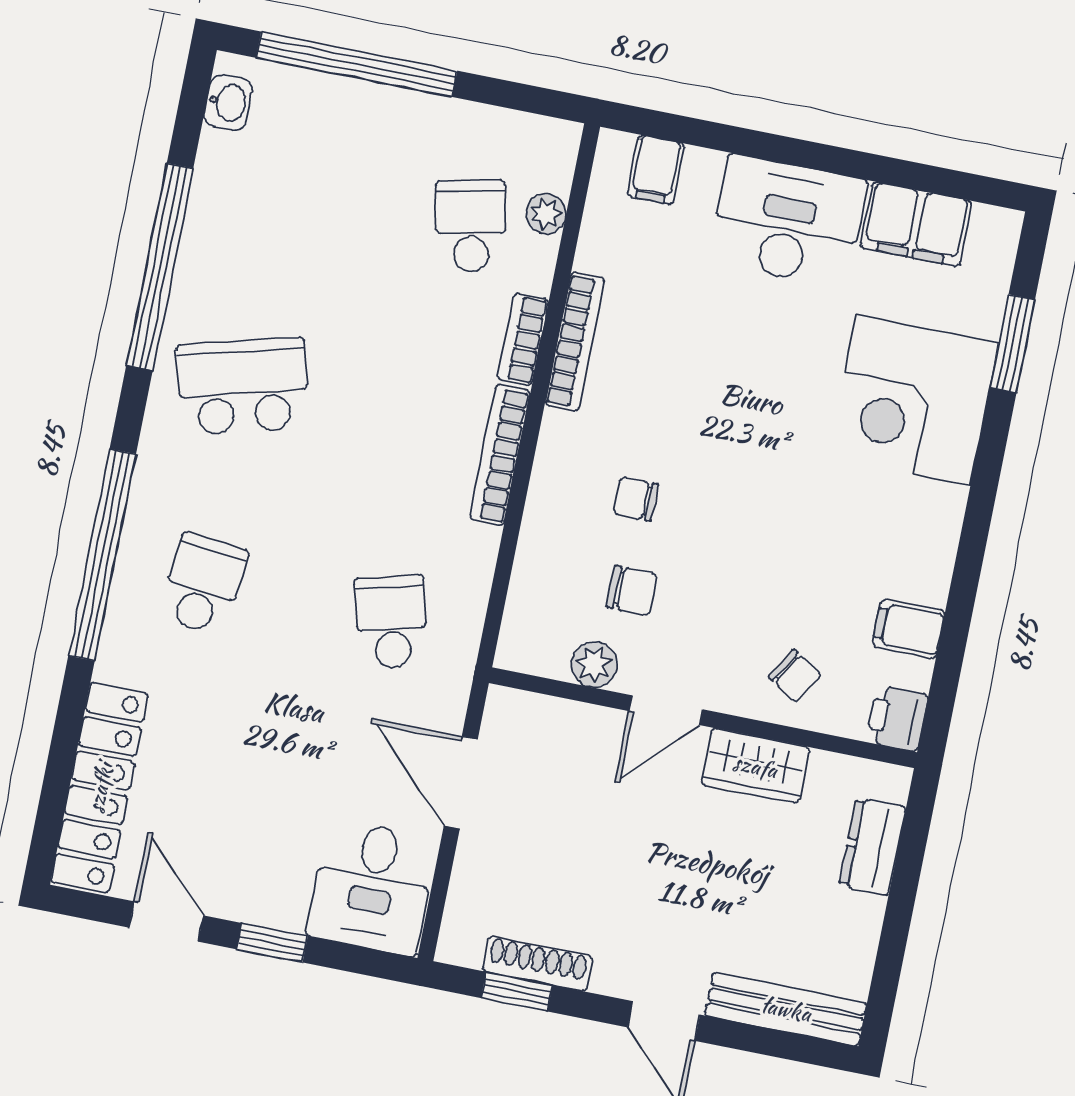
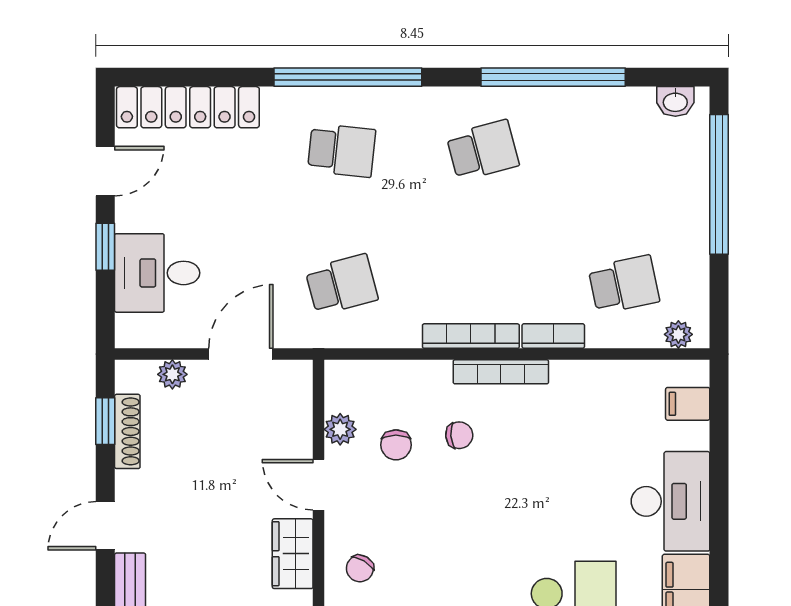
plant: (546, 214) -> (678, 334), moved
bookcase: (575, 342) -> (501, 372), moved
school desk: (243, 386) -> (483, 150), width x0.54
chair: (636, 499) -> (459, 435), turned 85
plant: (470, 884) -> (172, 374), added
desk: (372, 887) -> (157, 273), moved

